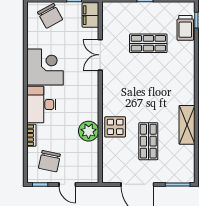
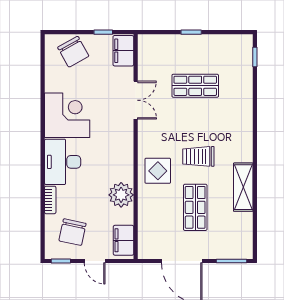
trolley: (185, 28) -> (198, 156), moved, turned 90
double door: (100, 55) -> (136, 100), swing flipped
display table: (115, 127) -> (158, 171), moved
filing cabinet: (91, 168) -> (123, 240), added

